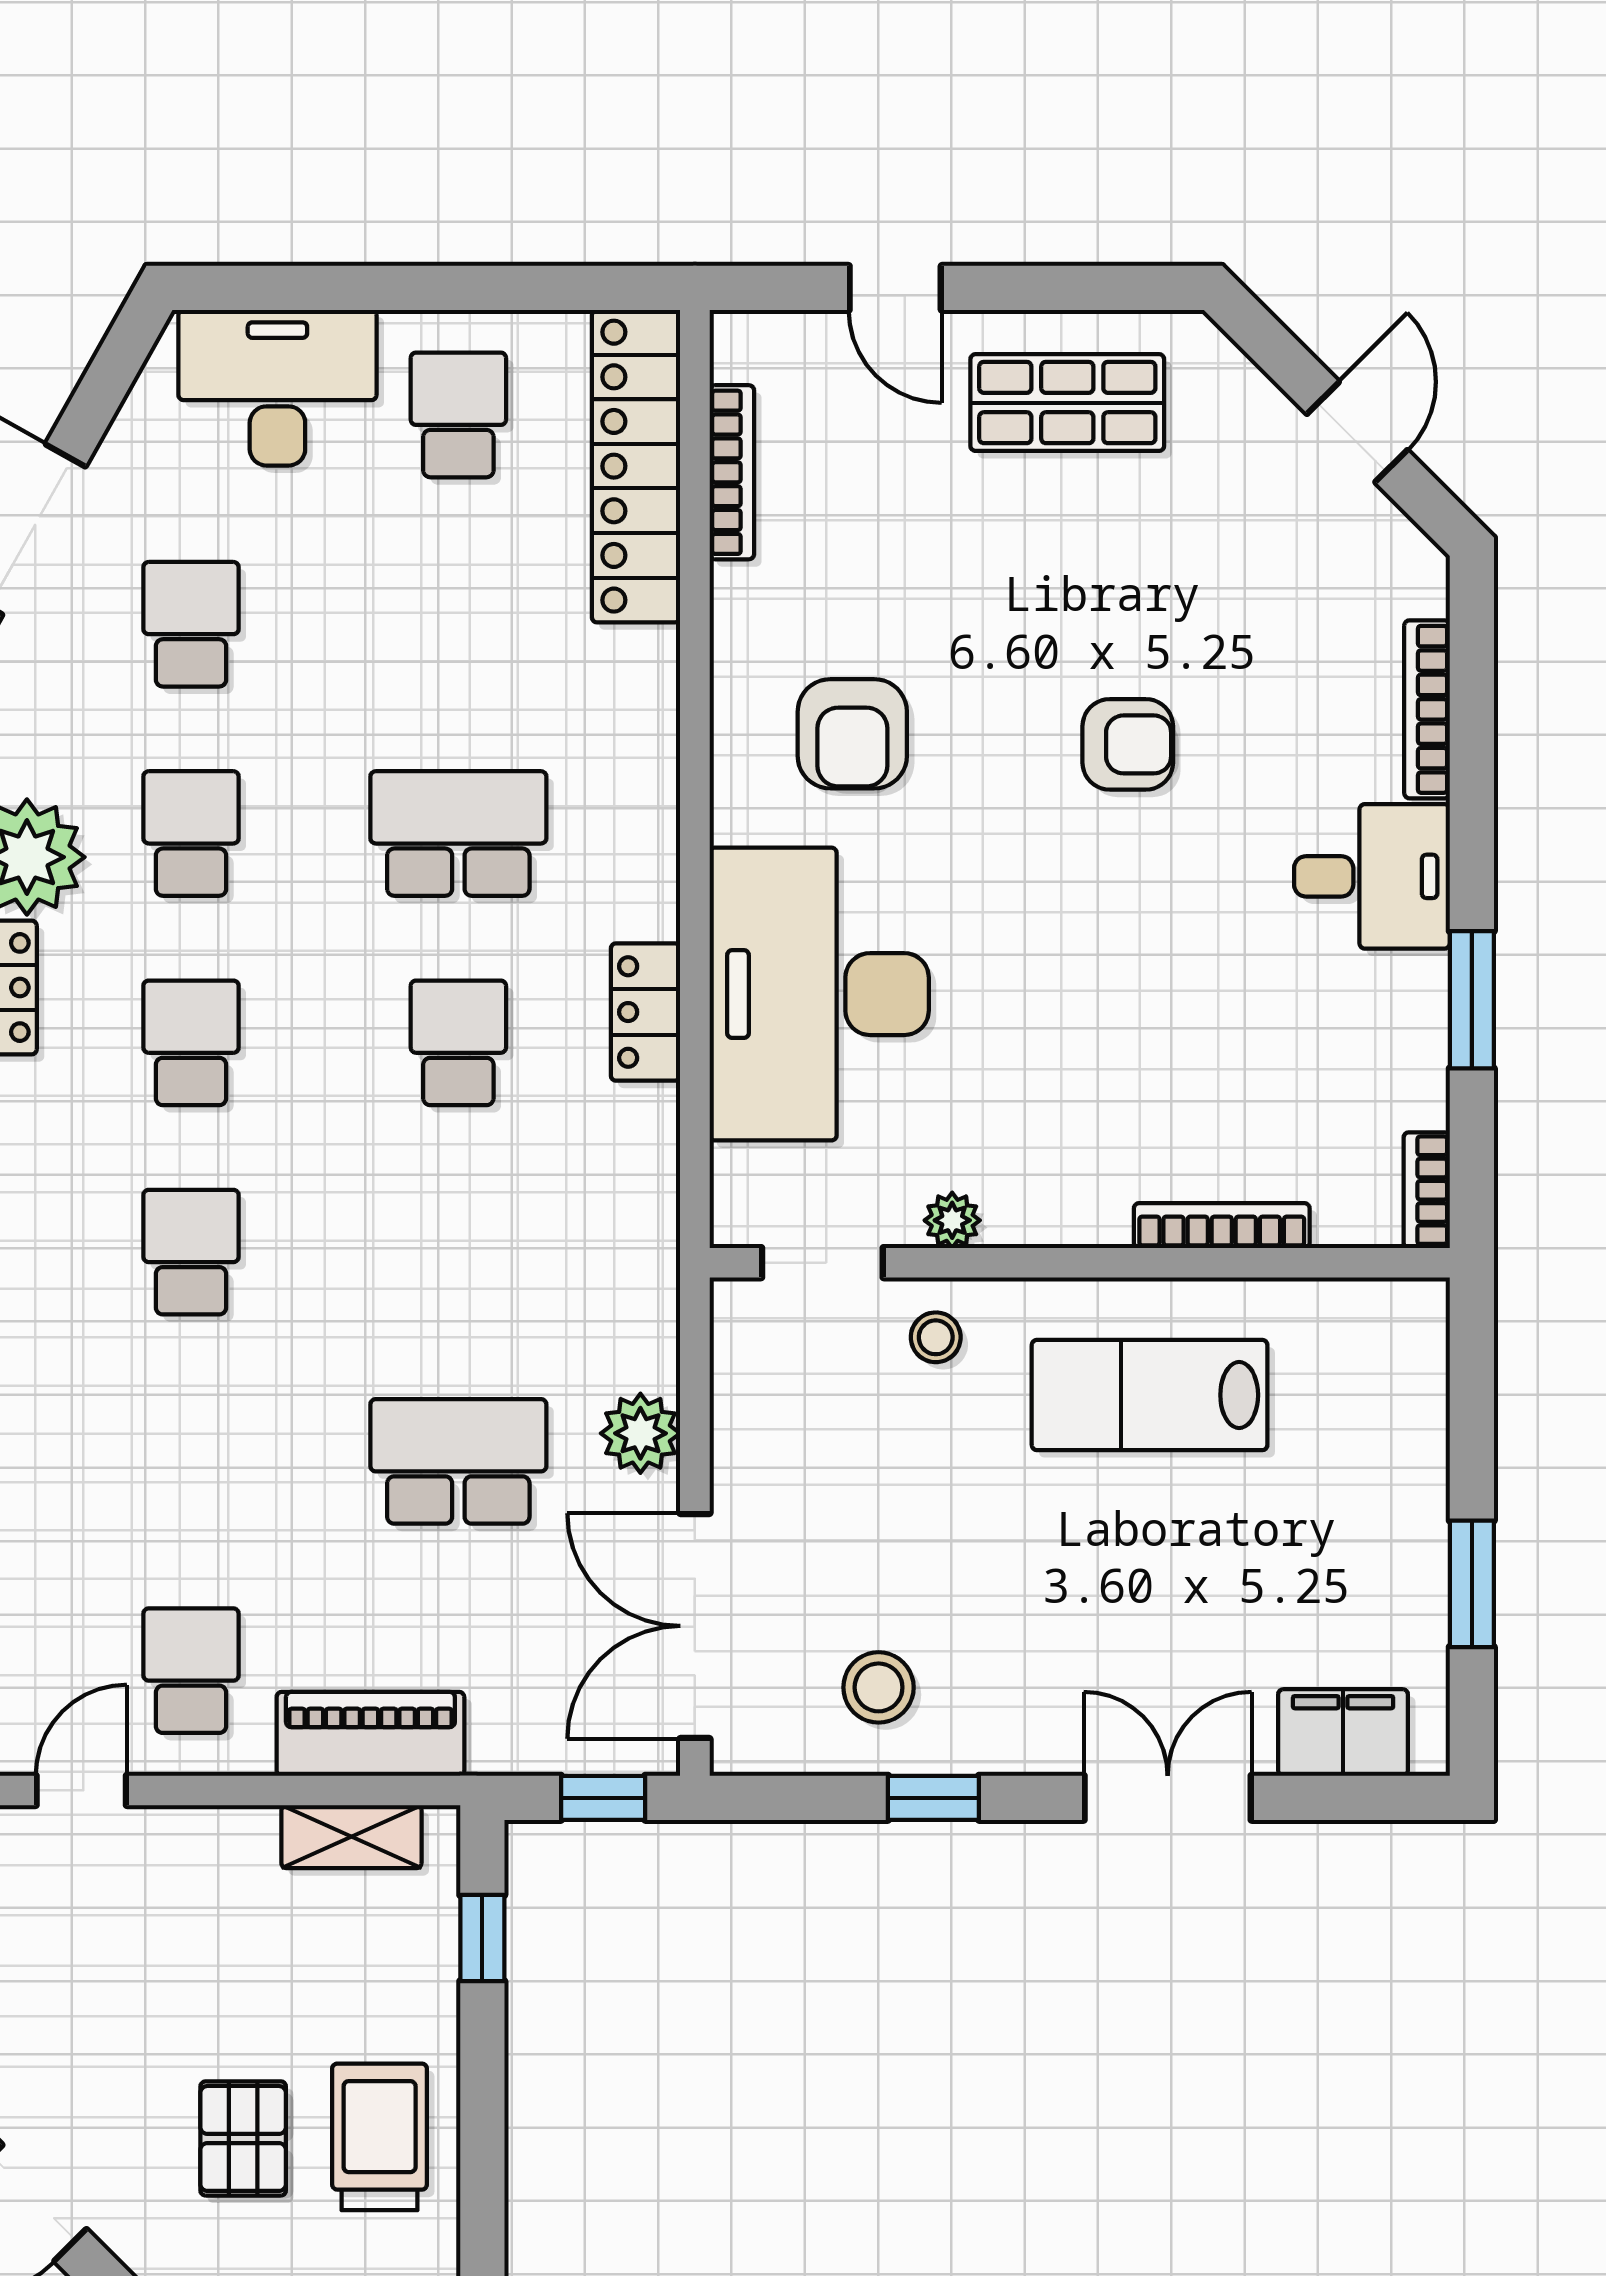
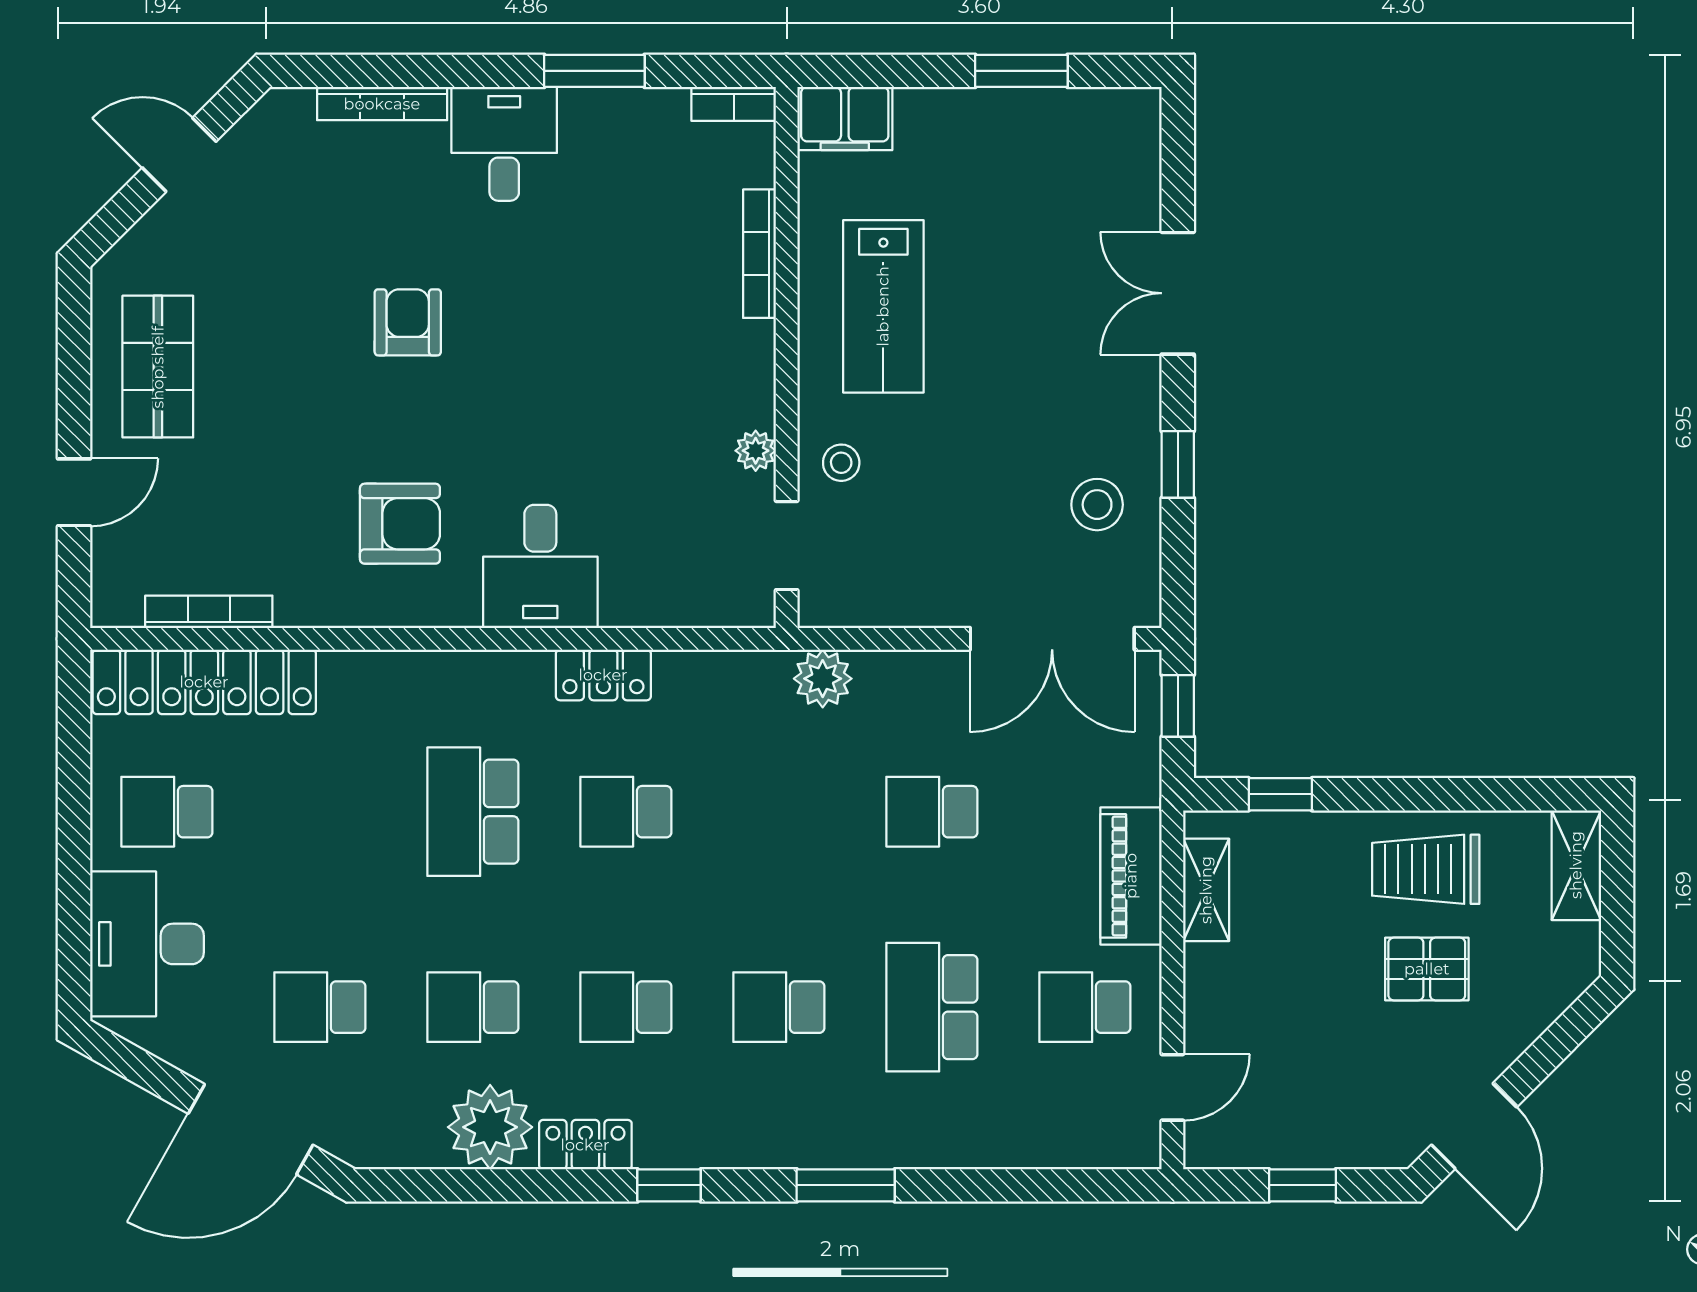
desk: (819, 994) -> (540, 566), width x0.53, depth x0.77
plant: (640, 1433) -> (823, 679), moved
school desk: (191, 1461) -> (932, 1007), added
school desk: (458, 1461) -> (932, 812), width x0.54
filing cabinet: (1343, 1733) -> (845, 119), moved, turned -90
door: (81, 1790) -> (1172, 1087), swing flipped

